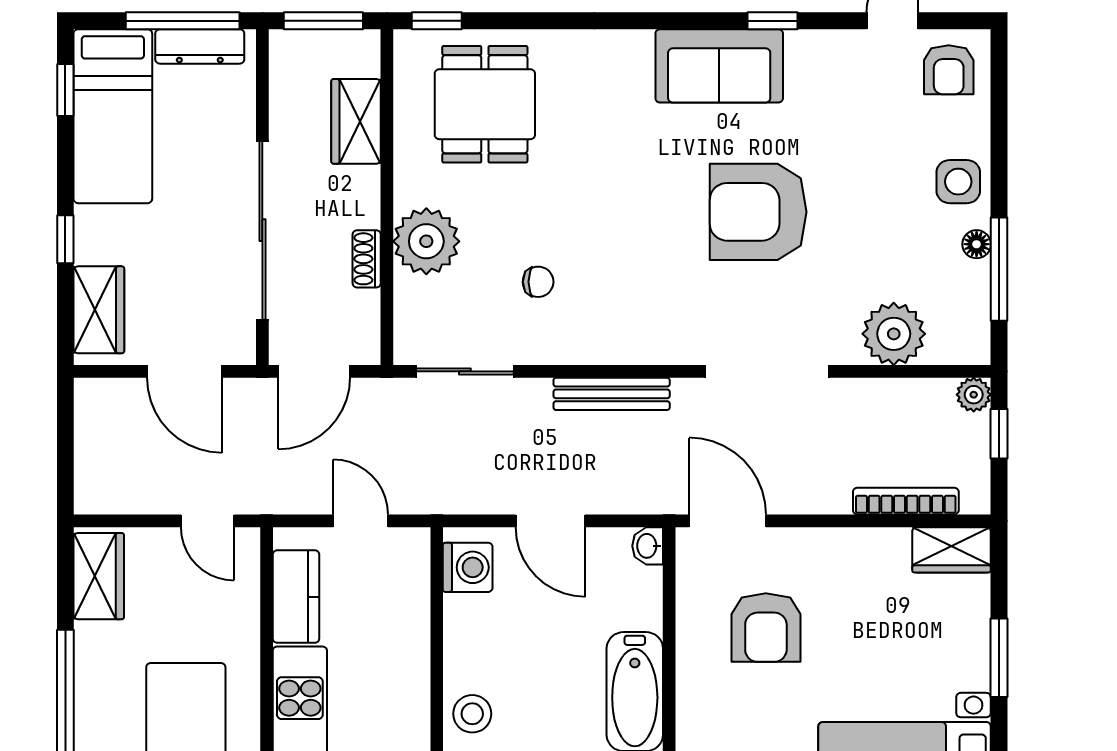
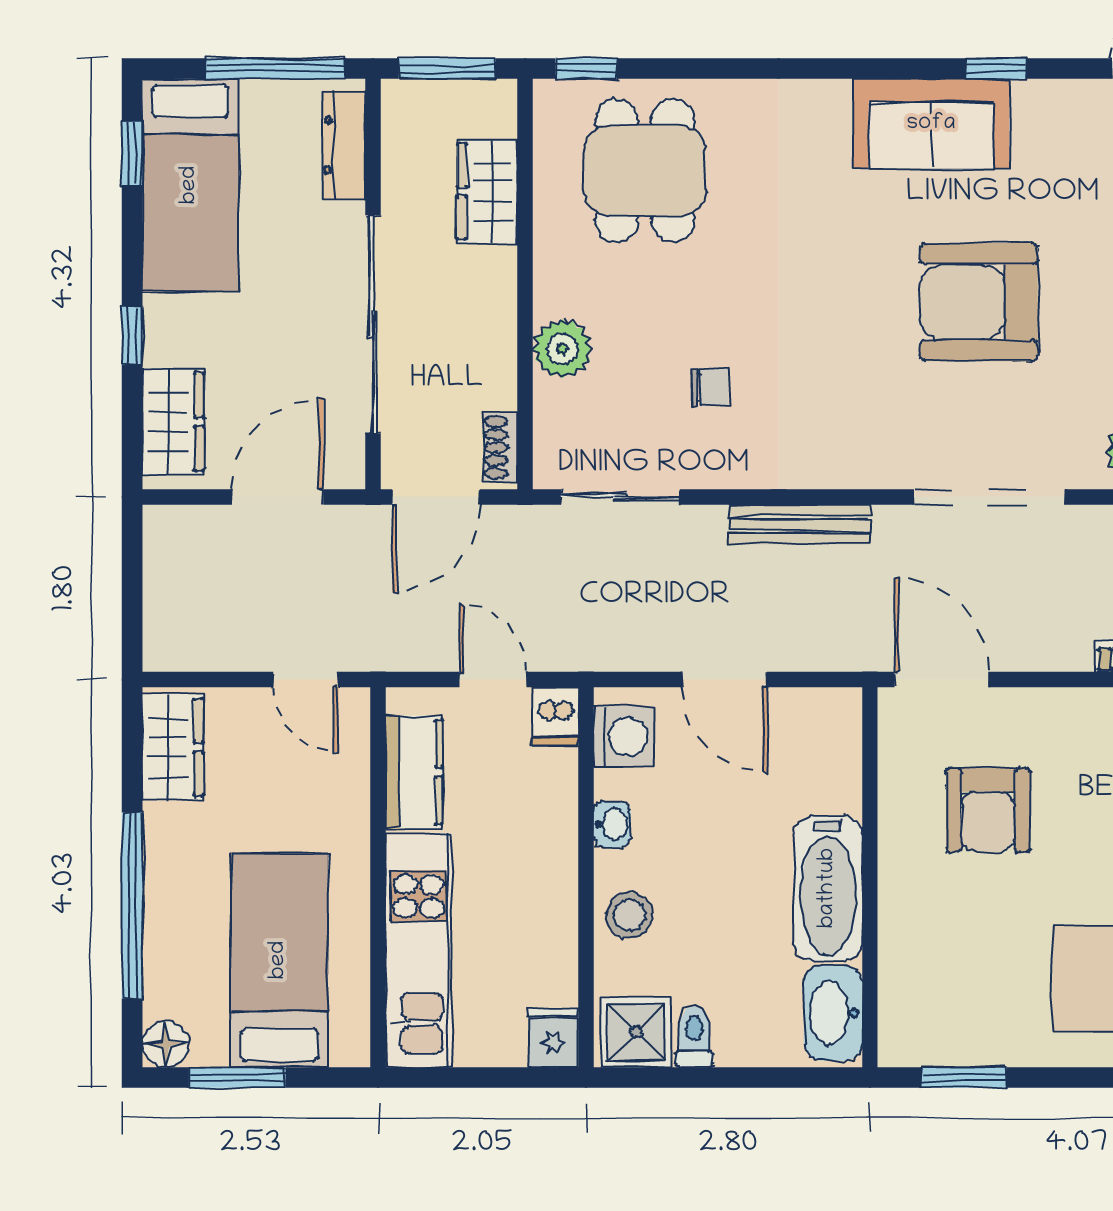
dresser: (200, 46) -> (344, 145), moved, turned 90
plant: (426, 241) -> (562, 349), width x0.73, depth x0.73
shoe rack: (367, 259) -> (500, 448), moved
door: (184, 371) -> (278, 497), swing flipped
washbasin: (648, 546) -> (612, 824), moved, turned 180
dishwasher: (412, 551) -> (556, 716), added

